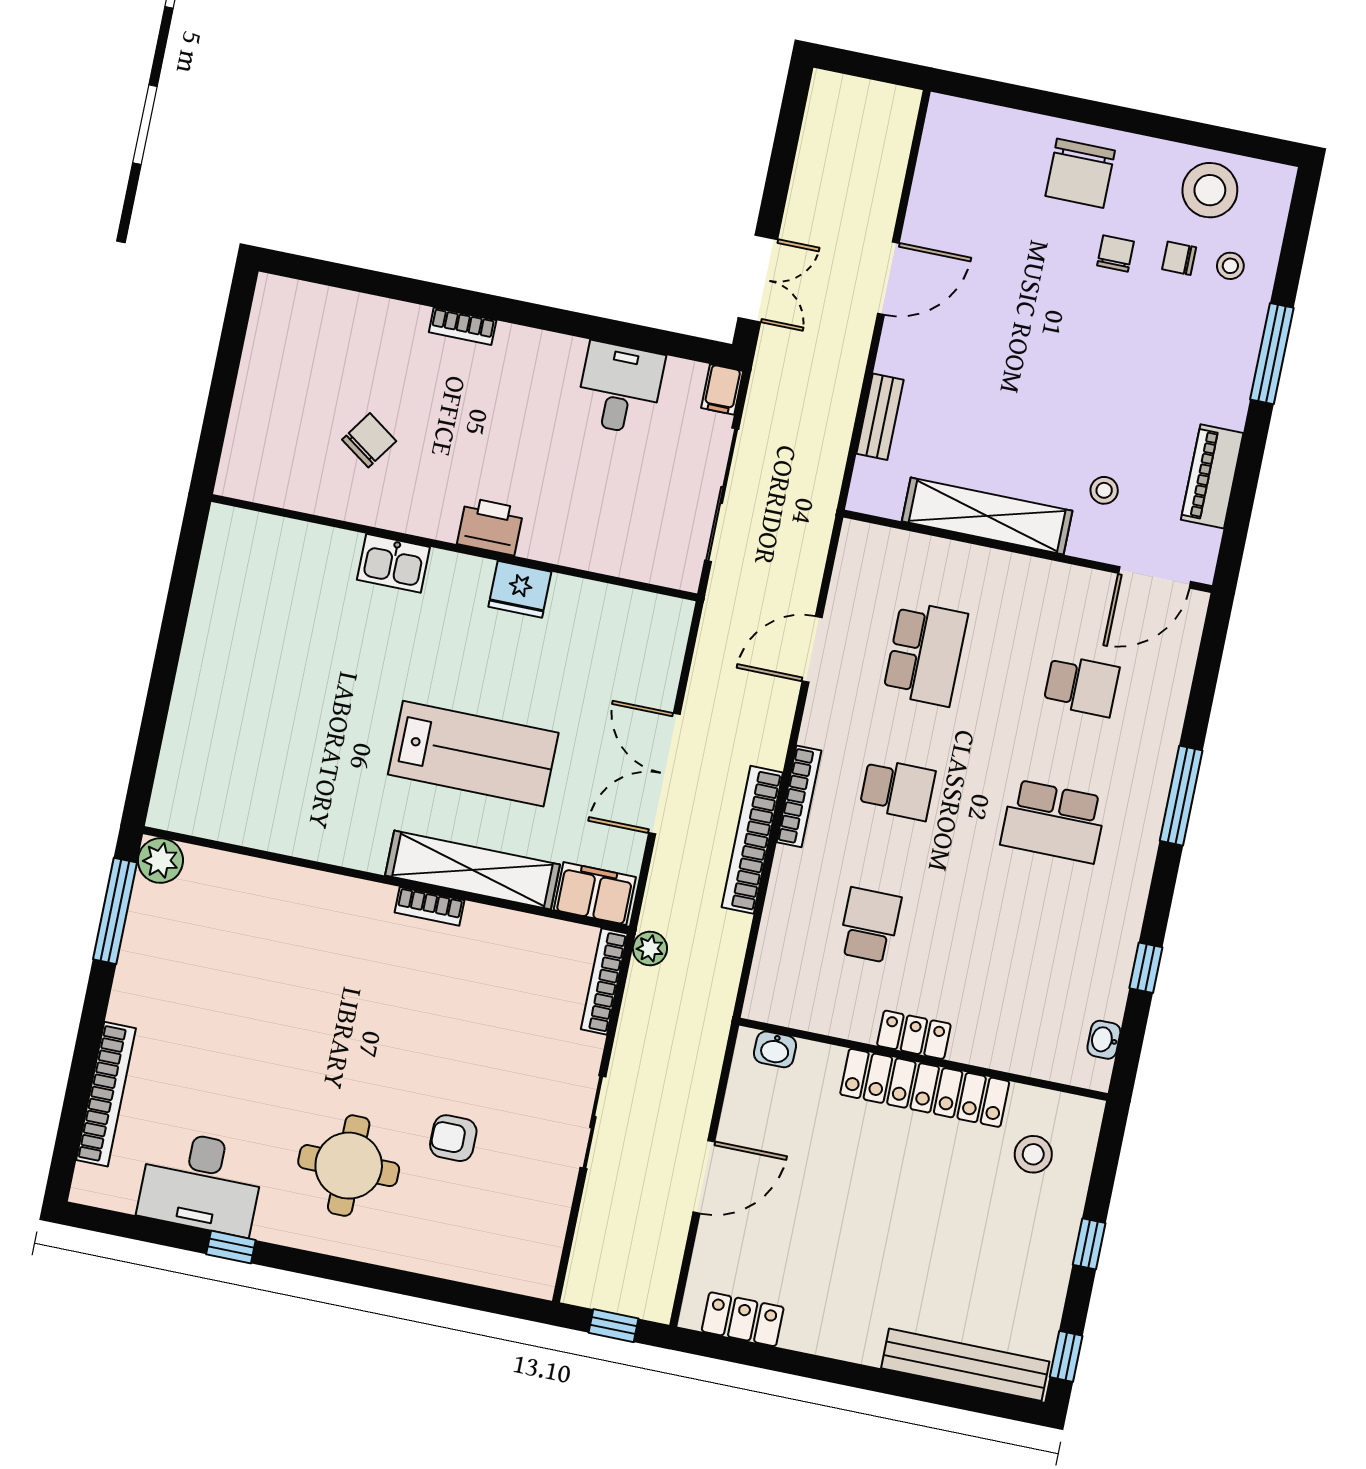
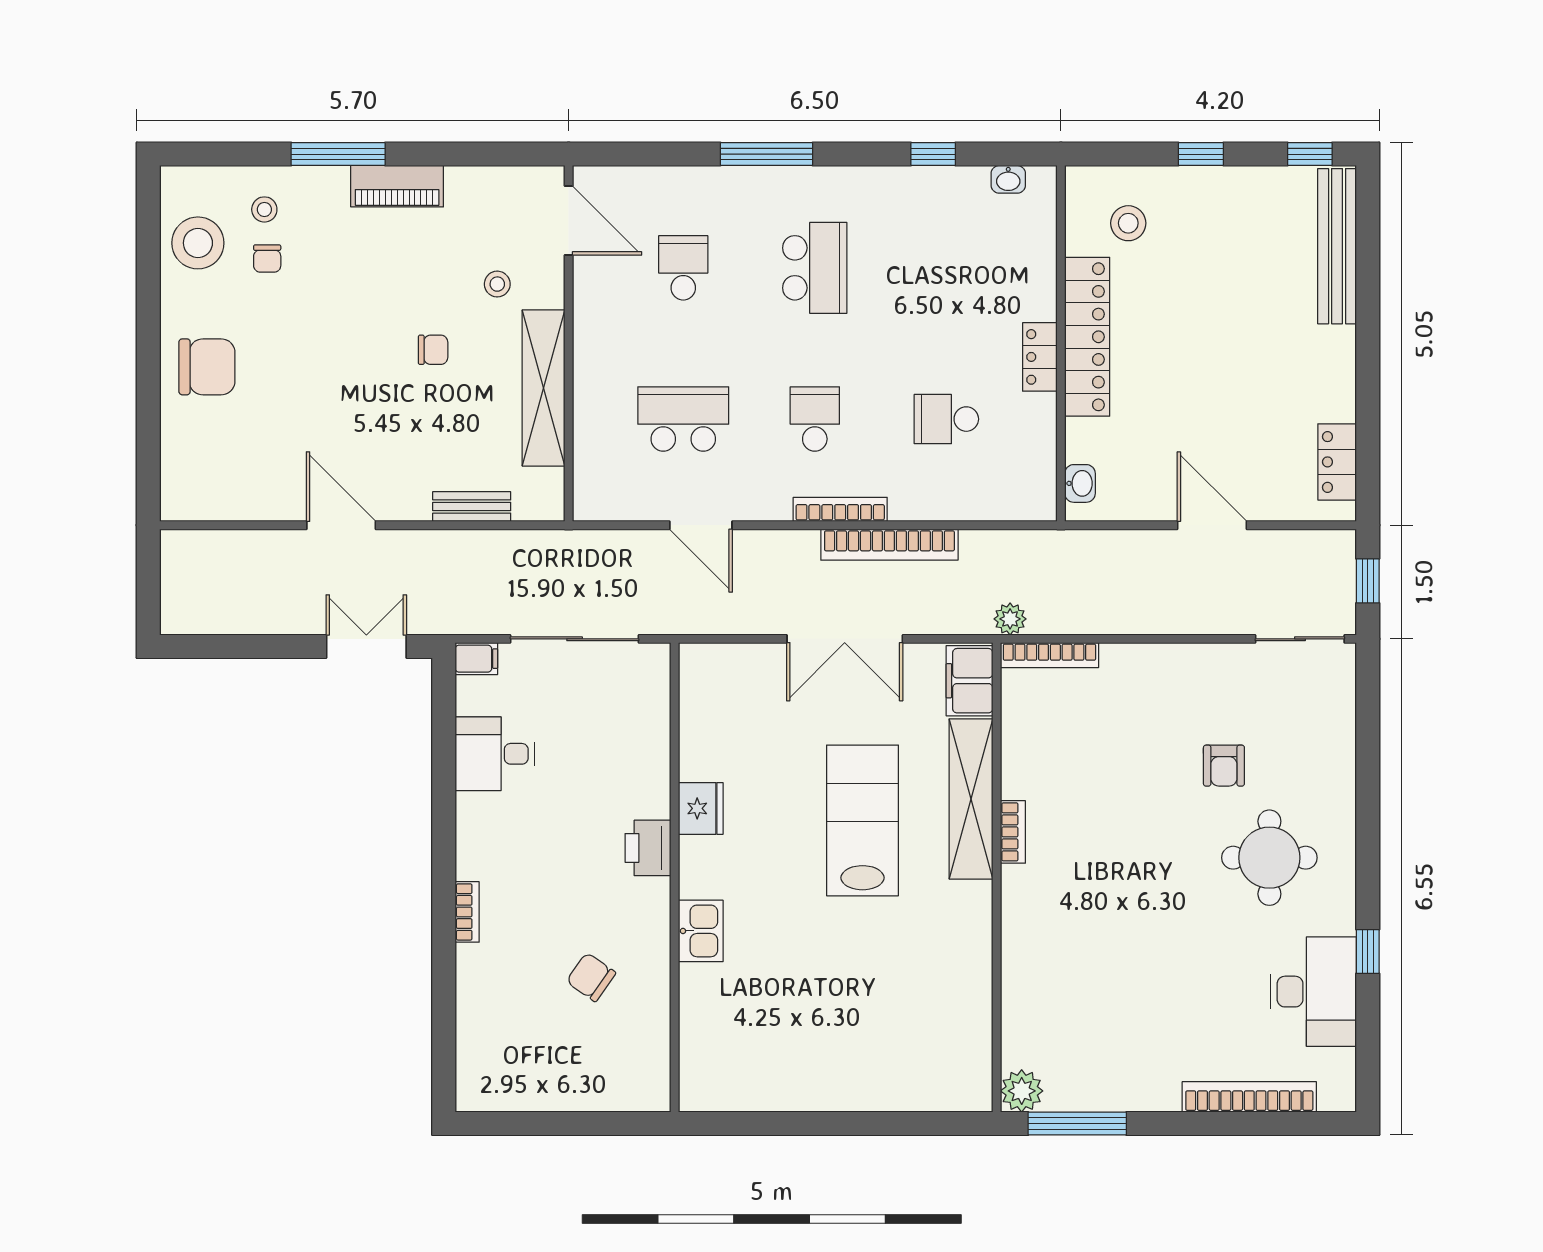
chair: (1116, 254) -> (433, 350), moved, turned 180
piano: (1212, 476) -> (397, 186), moved
sliding door: (593, 1122) -> (1300, 639), moved

